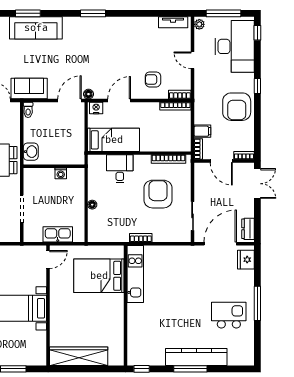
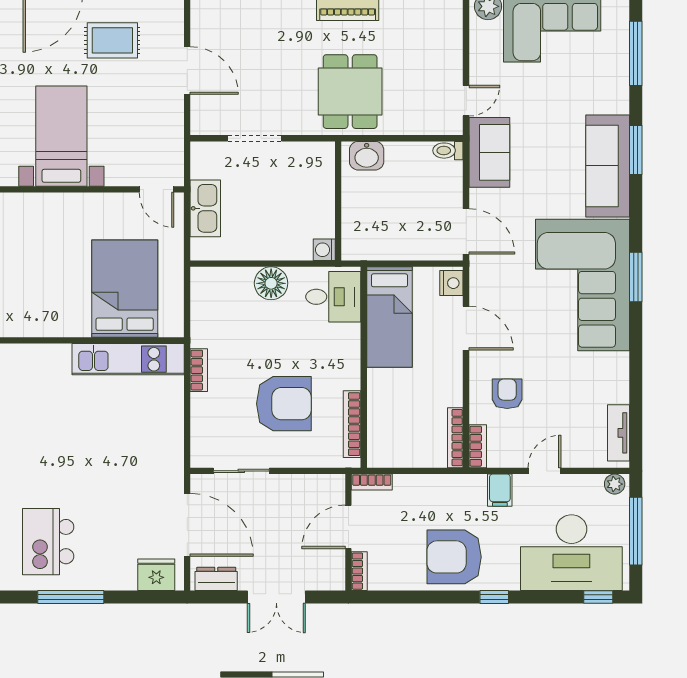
corner sofa: (97, 41) -> (582, 285), added
floor lamp: (88, 94) -> (479, 268), removed
filing cabinet: (202, 131) -> (500, 490), moved
desk: (120, 169) -> (333, 297), moved
washing machine: (61, 173) -> (324, 250), moved
double door: (257, 184) -> (276, 597), moved
floor lamp: (92, 205) -> (271, 283), width x1.89, depth x1.89
kitchen island: (229, 315) -> (48, 542), turned 180

